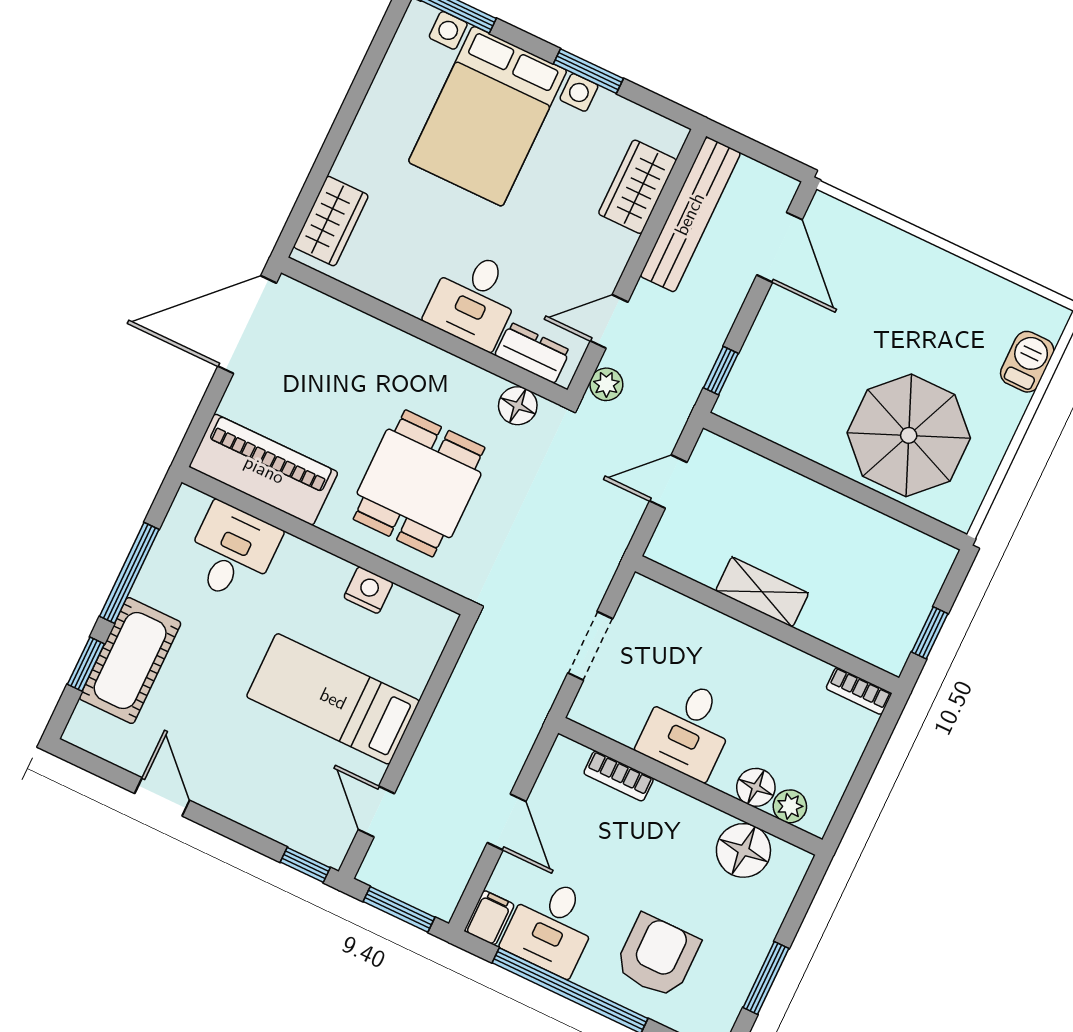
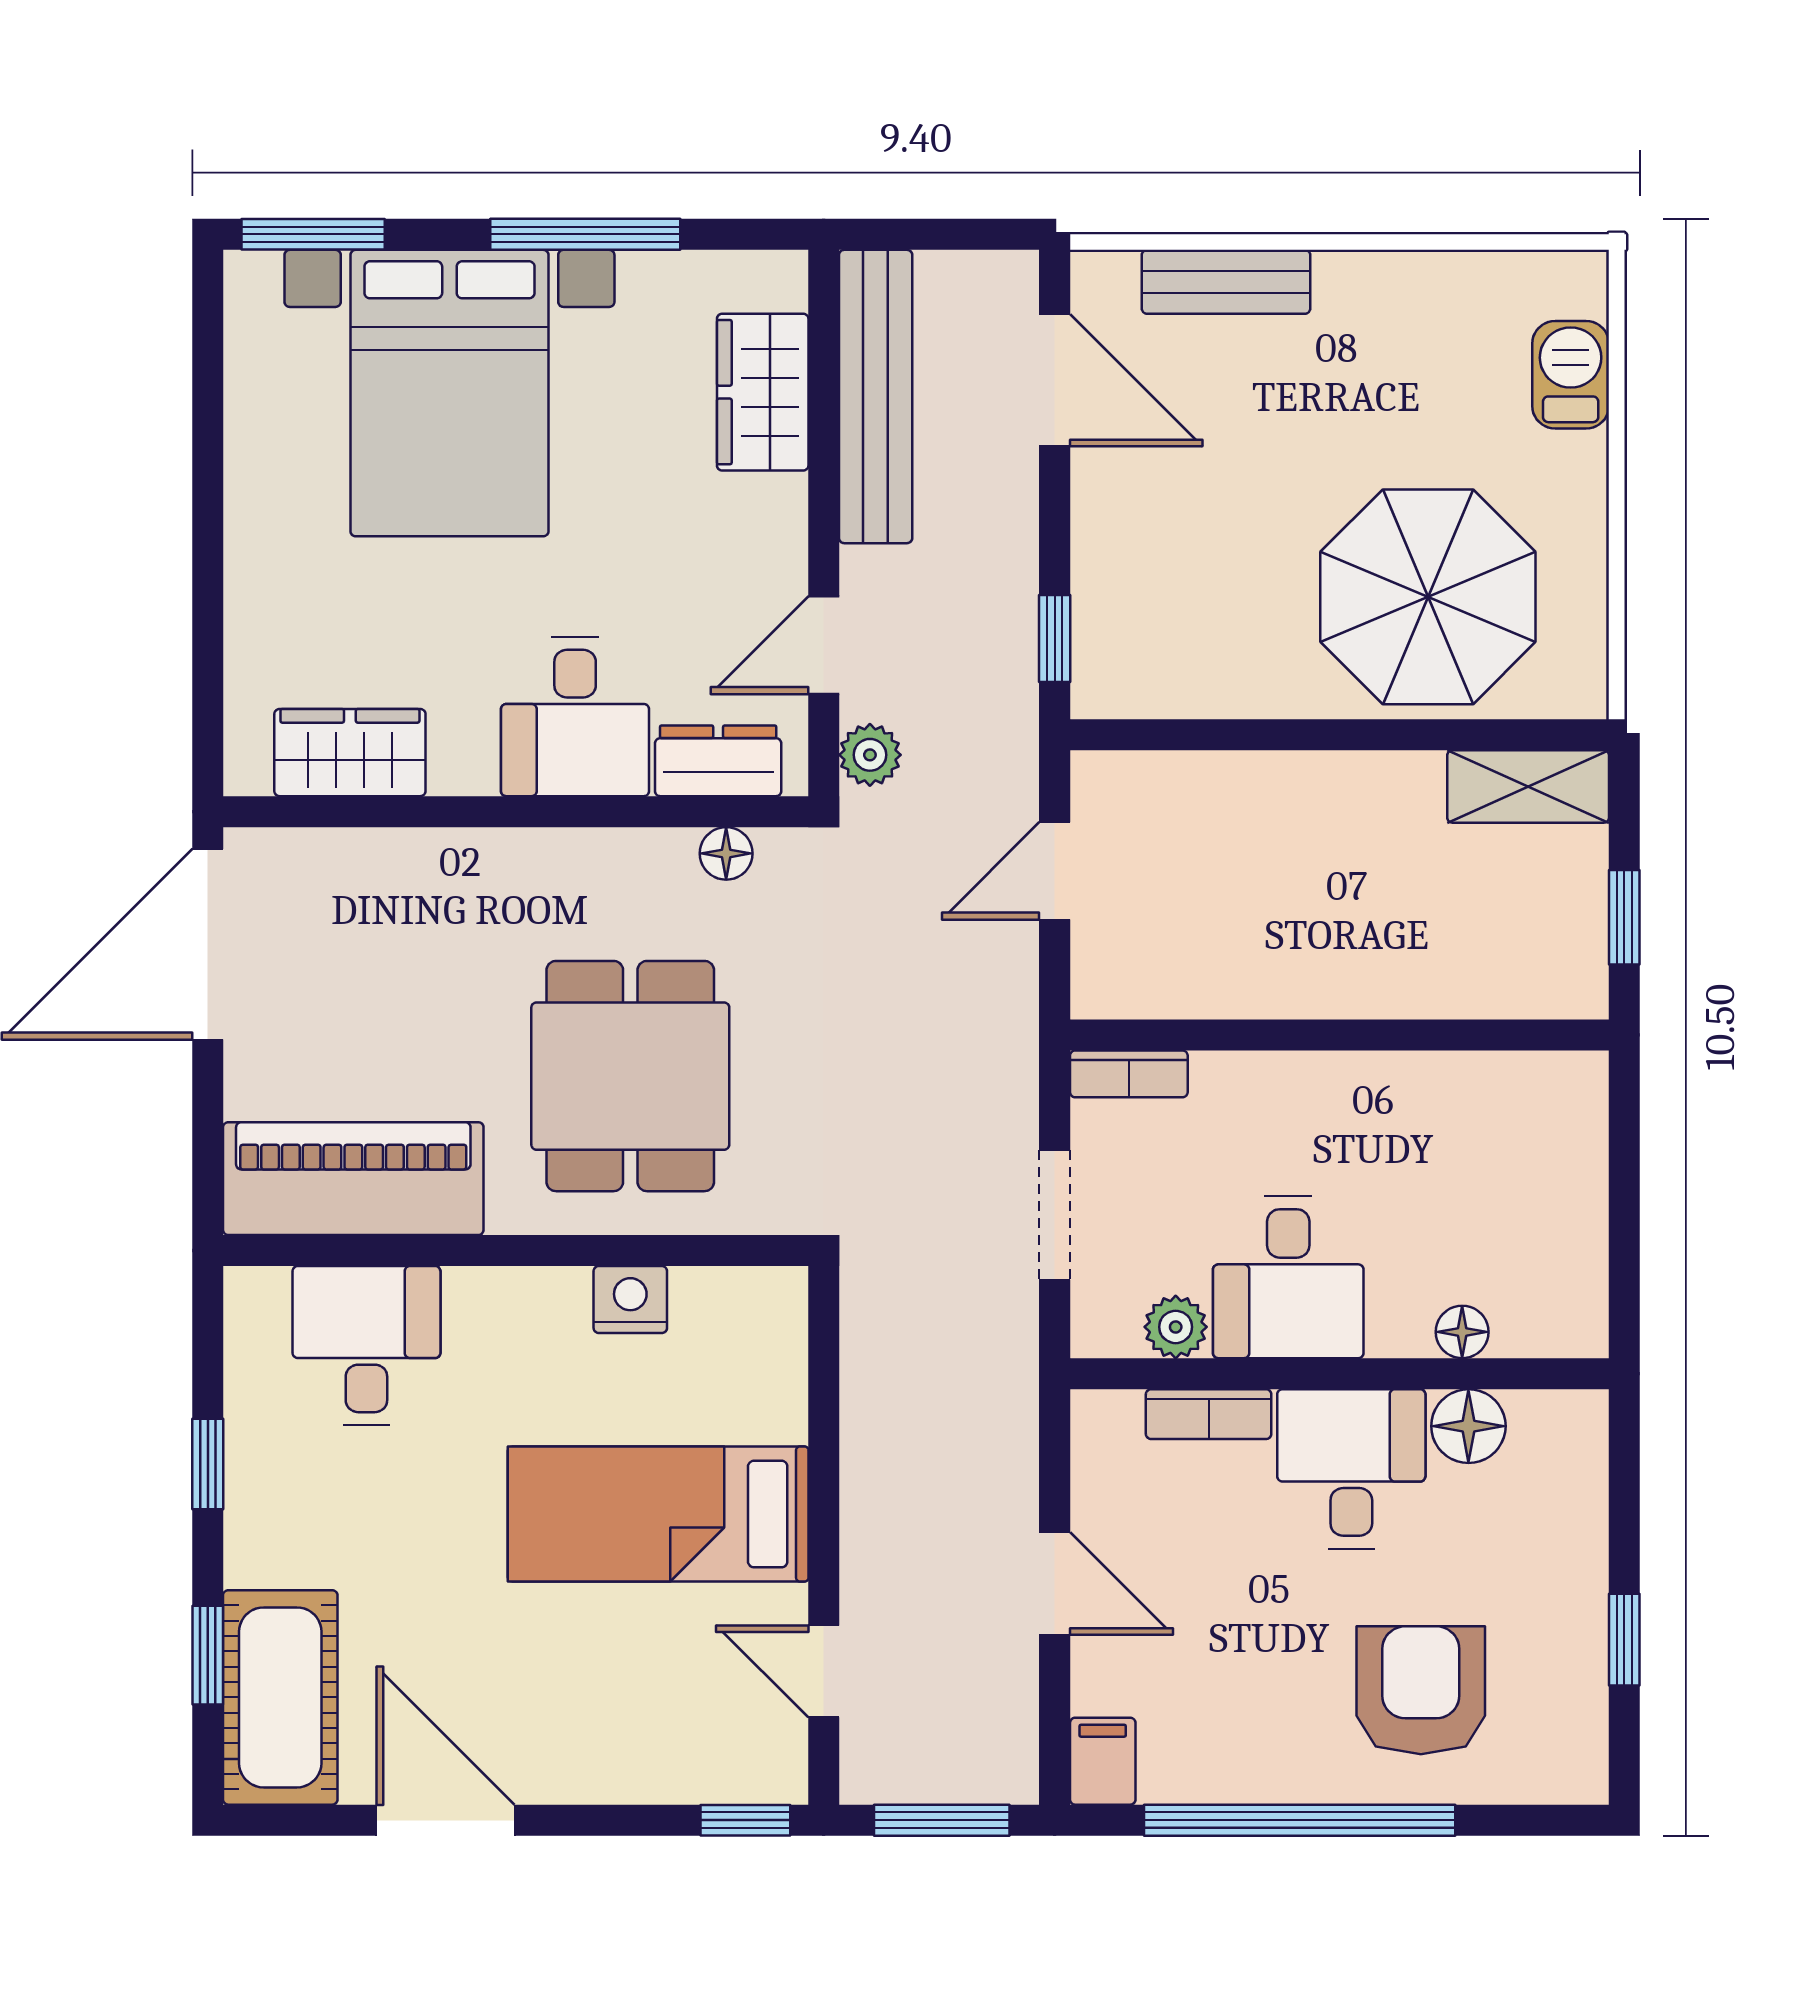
window: (588, 71) -> (585, 234), width x1.44
wardrobe: (331, 221) -> (350, 753), moved, turned -90
bench: (884, 239) -> (1226, 282), added
floor lamp: (518, 406) -> (726, 853), width x0.73, depth x0.73
window: (129, 573) -> (208, 1464), width x0.46
shelving: (762, 592) -> (1528, 786), moved
cot: (130, 661) -> (280, 1697), moved
bookcase: (859, 691) -> (1129, 1074), moved
floor lamp: (756, 787) -> (1462, 1332), width x0.73, depth x0.73
door: (162, 797) -> (445, 1820), width x1.38
plant: (790, 806) -> (1176, 1327), moved
floor lamp: (743, 850) -> (1468, 1426), width x0.73, depth x0.73
desk: (551, 926) -> (1351, 1469), moved, turned 180
window: (766, 978) -> (1624, 1640), width x0.67

